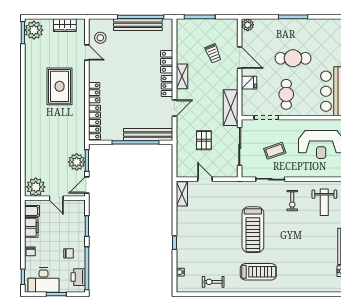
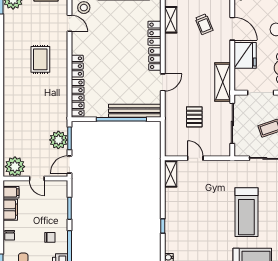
shelving: (182, 76) -> (171, 20), moved
fridge: (249, 83) -> (245, 55), width x1.88, depth x1.34
rug: (60, 86) -> (40, 59), width x0.73, depth x0.70

